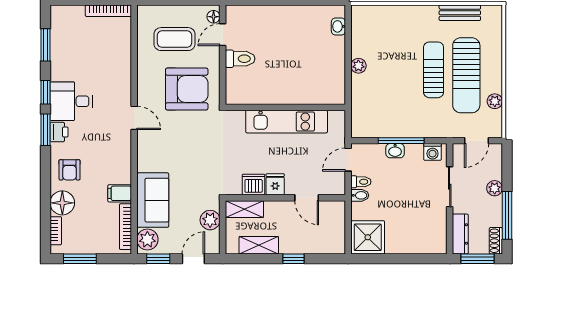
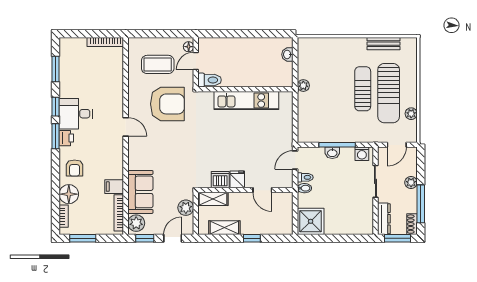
wall: (285, 107) -> (245, 89), moved
kitchen unit: (287, 122) -> (246, 101), moved

